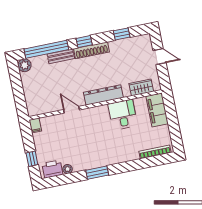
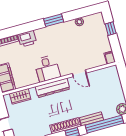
desk: (123, 115) -> (47, 68), moved
printer: (52, 169) -> (27, 39), moved

